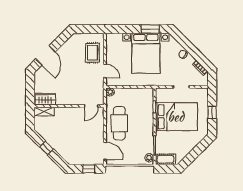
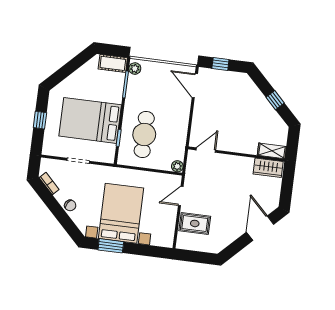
rug: (92, 53) -> (195, 223), turned 90
door: (105, 71) -> (181, 196), hinge flipped
cafe table: (119, 123) -> (144, 134), moved

